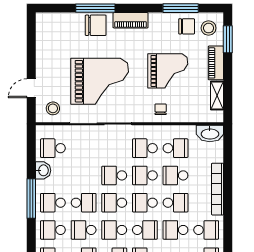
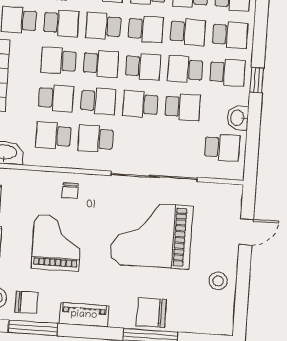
piano: (131, 20) -> (84, 315), moved
chair: (187, 26) -> (26, 302), turned 180
grand piano: (168, 71) -> (57, 243), turned 90
stool: (53, 108) -> (218, 281), moved
school desk: (145, 148) -> (96, 139), turned 180
school desk: (84, 175) -> (183, 107), added
school desk: (114, 175) -> (140, 104), turned 180
window: (31, 199) -> (257, 80), width x0.46

